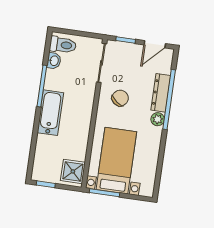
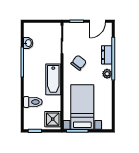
toilet: (63, 45) -> (33, 102), moved
dresser: (161, 93) -> (107, 55), width x0.70
bathtub: (50, 113) -> (53, 79), moved, turned 180

